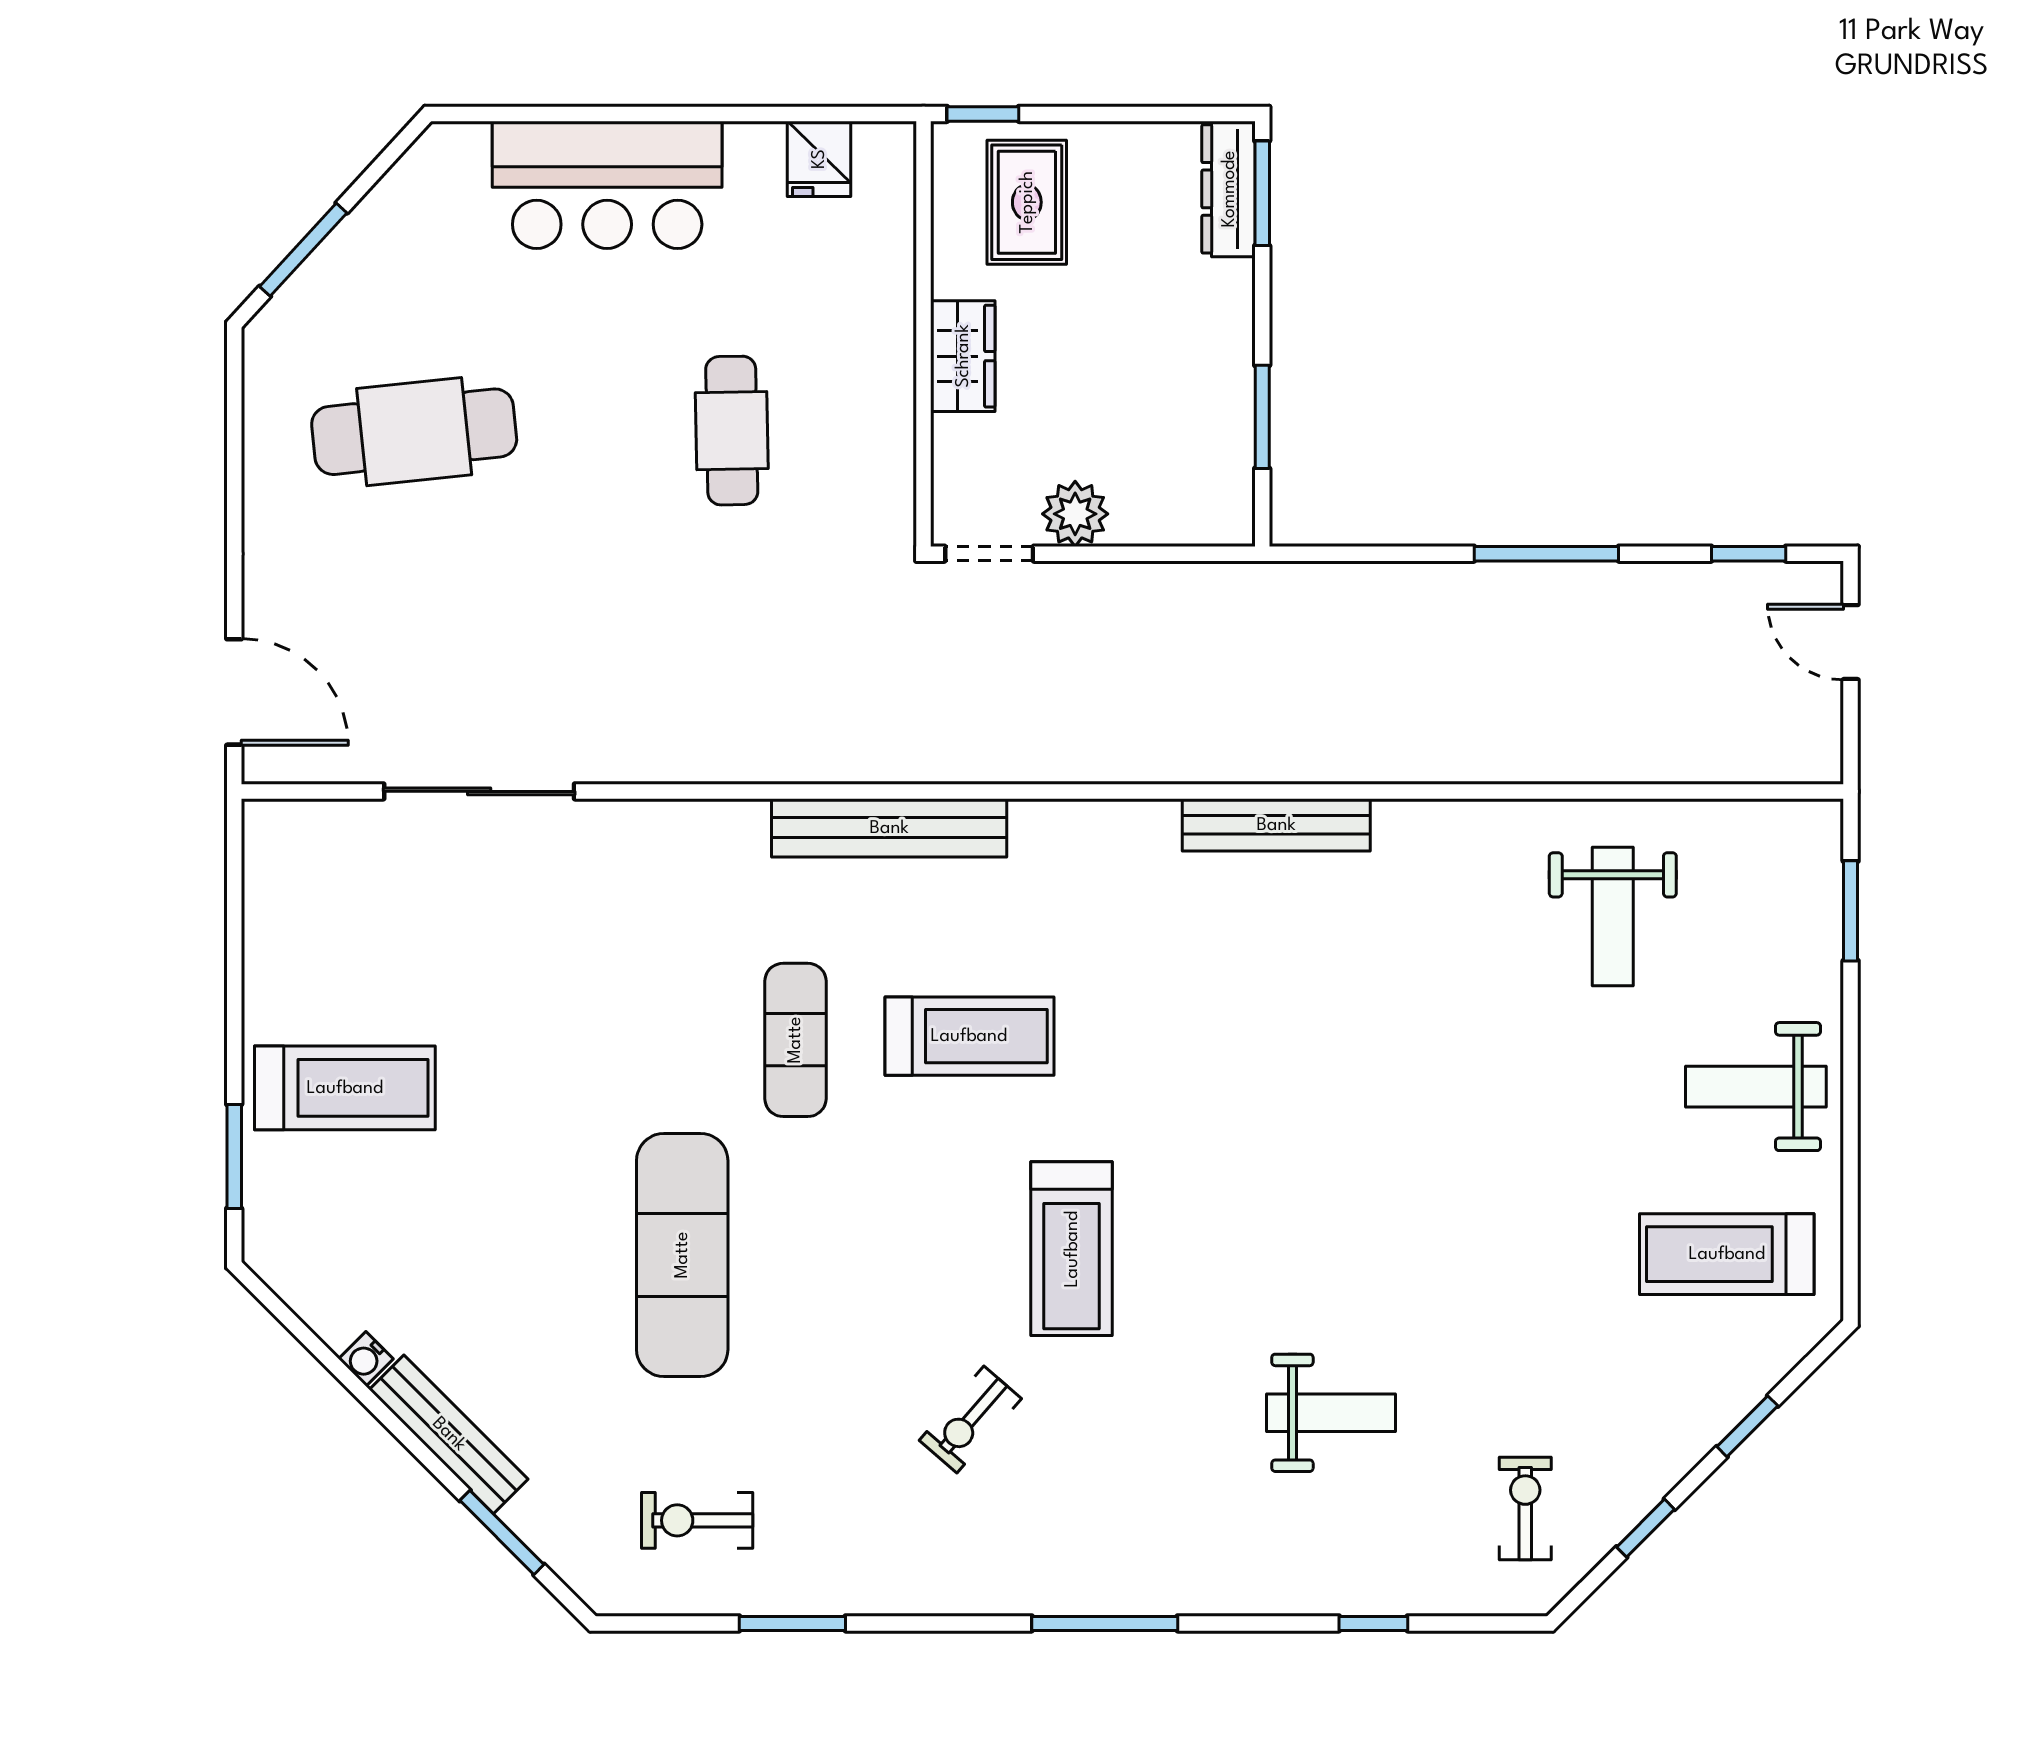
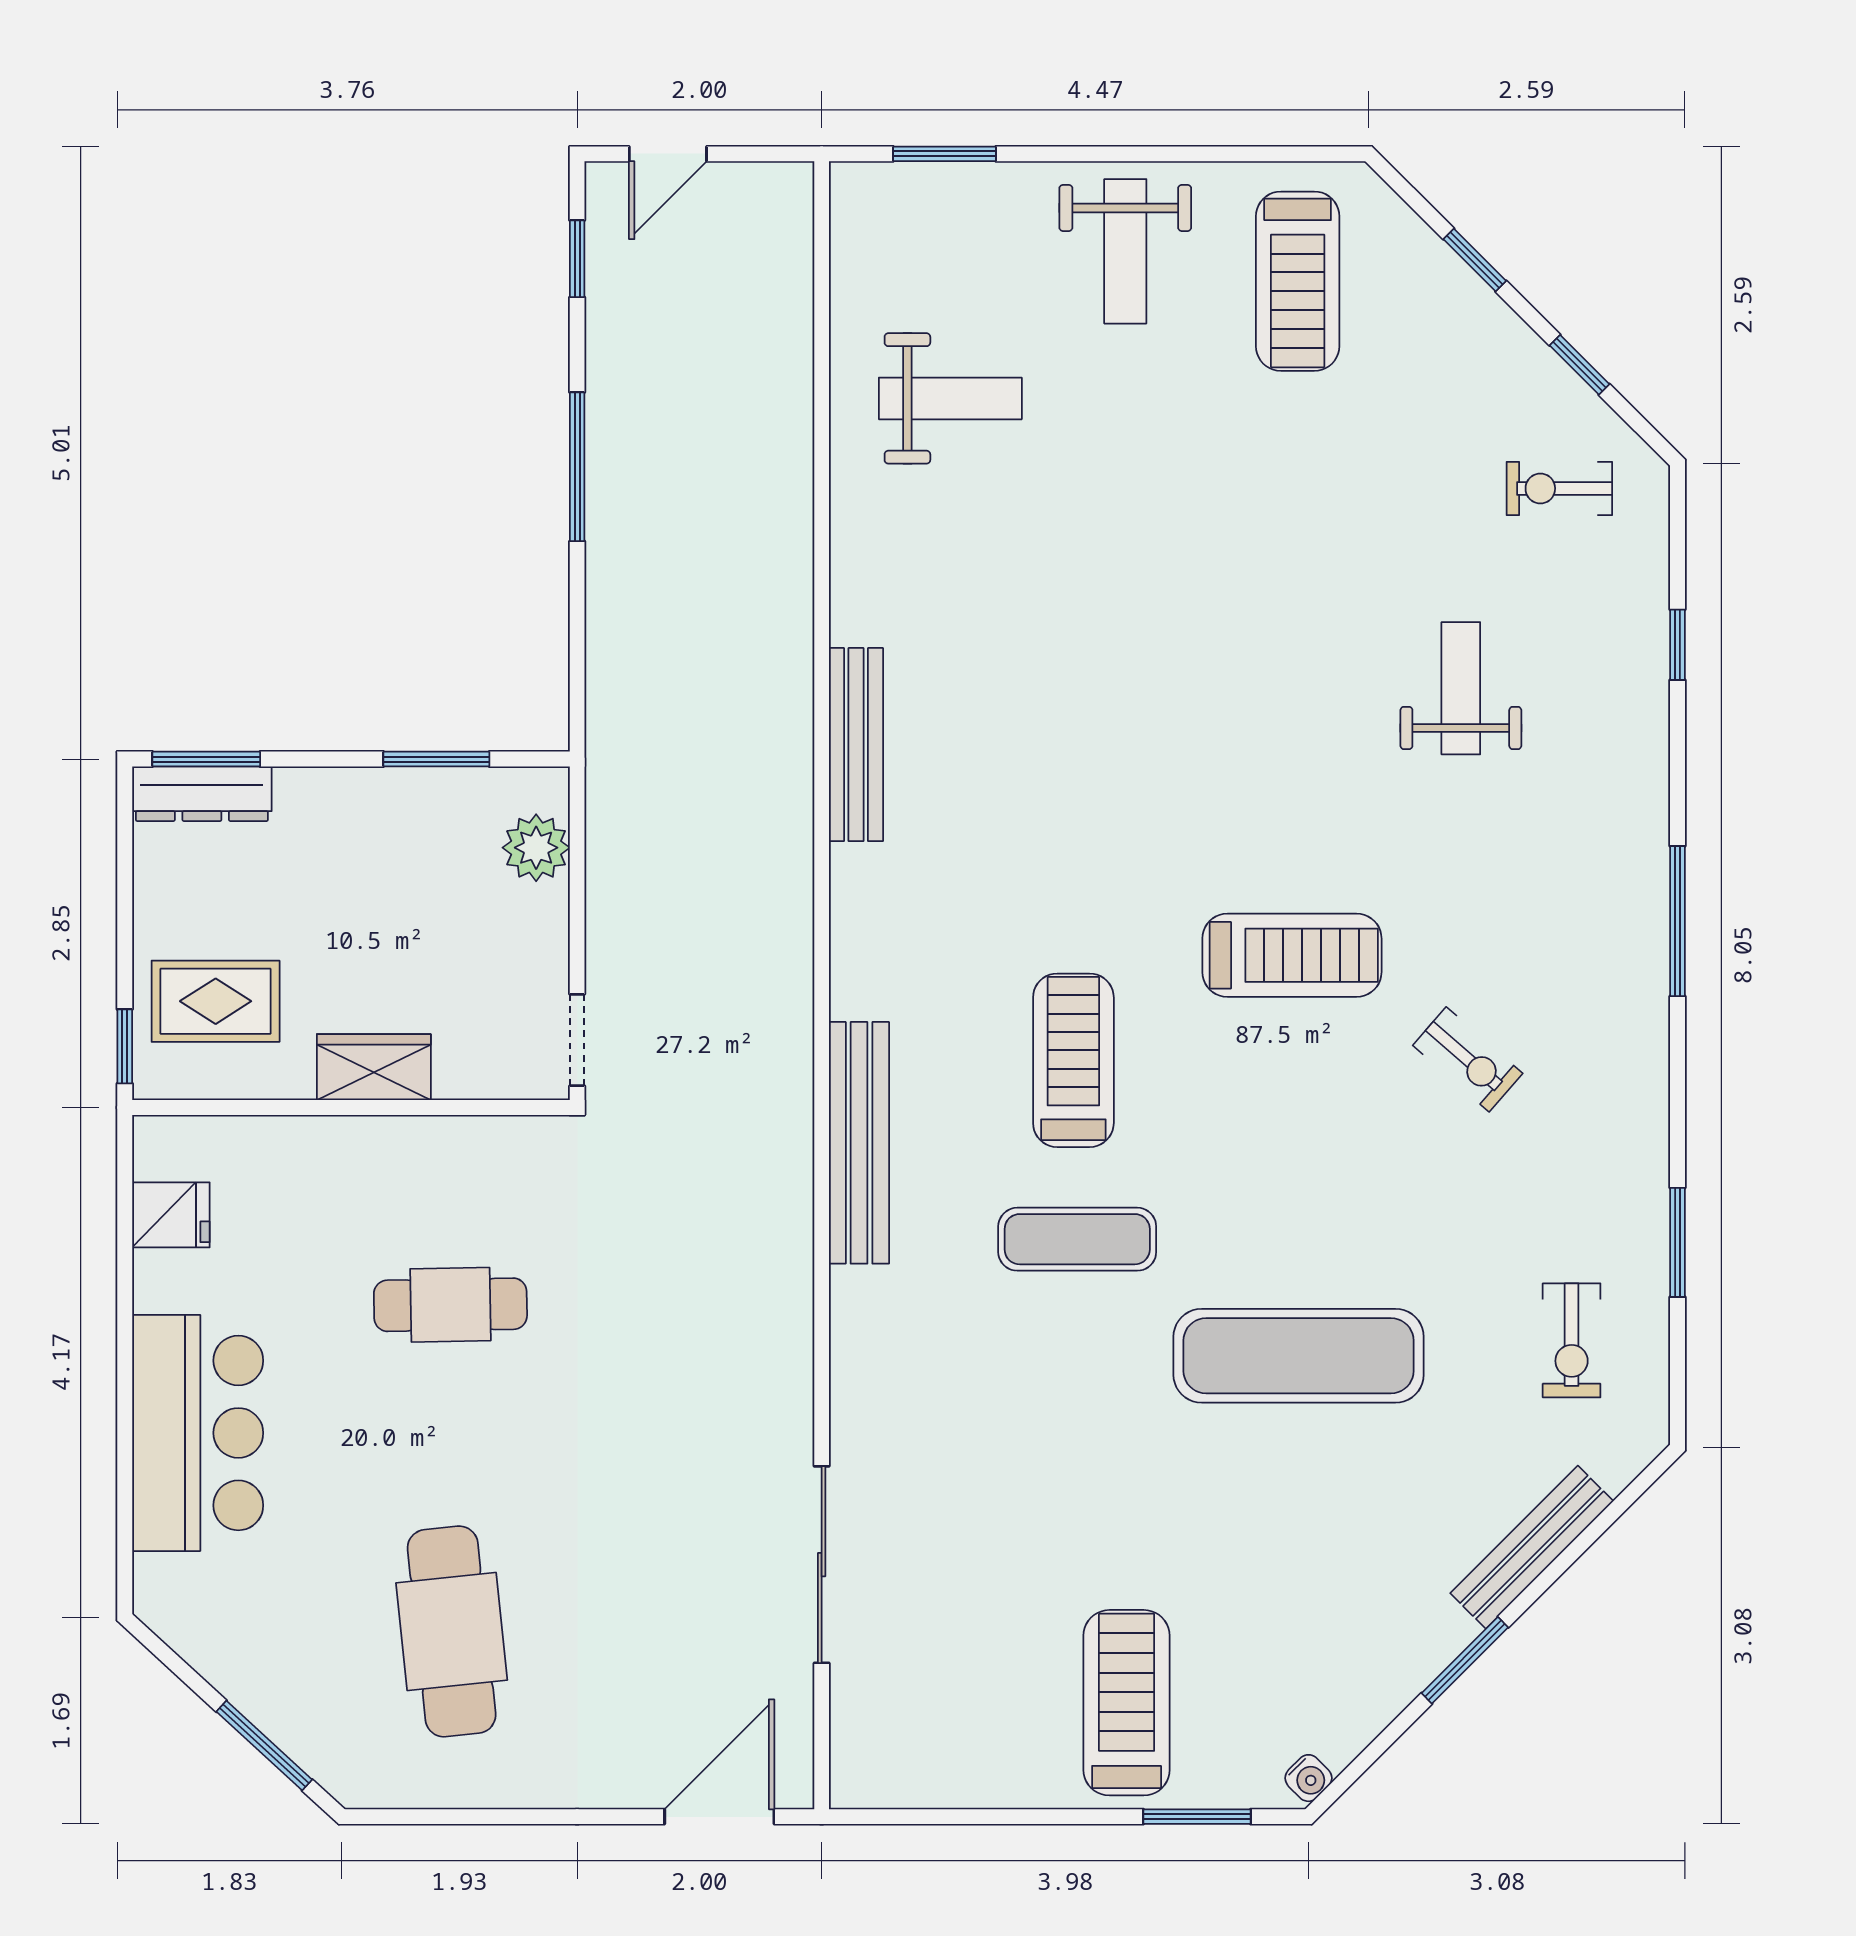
plant: (1075, 514) -> (536, 848), moved
water cooler: (366, 1359) -> (1308, 1778), moved
bench: (449, 1434) -> (1532, 1547), moved
window: (502, 1532) -> (1465, 1660), moved

